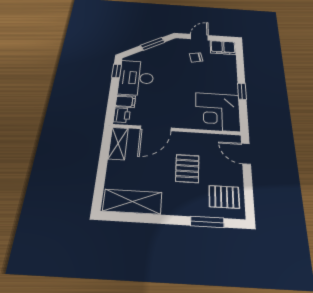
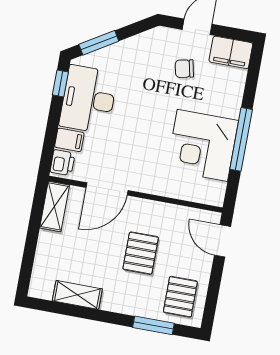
window: (153, 44) -> (99, 43), moved
window: (242, 91) -> (241, 139), width x2.17
corner desk: (218, 112) -> (202, 145), moved
pallet: (224, 197) -> (180, 297), turned 90
shelving: (133, 202) -> (77, 295), width x0.67, depth x0.75

